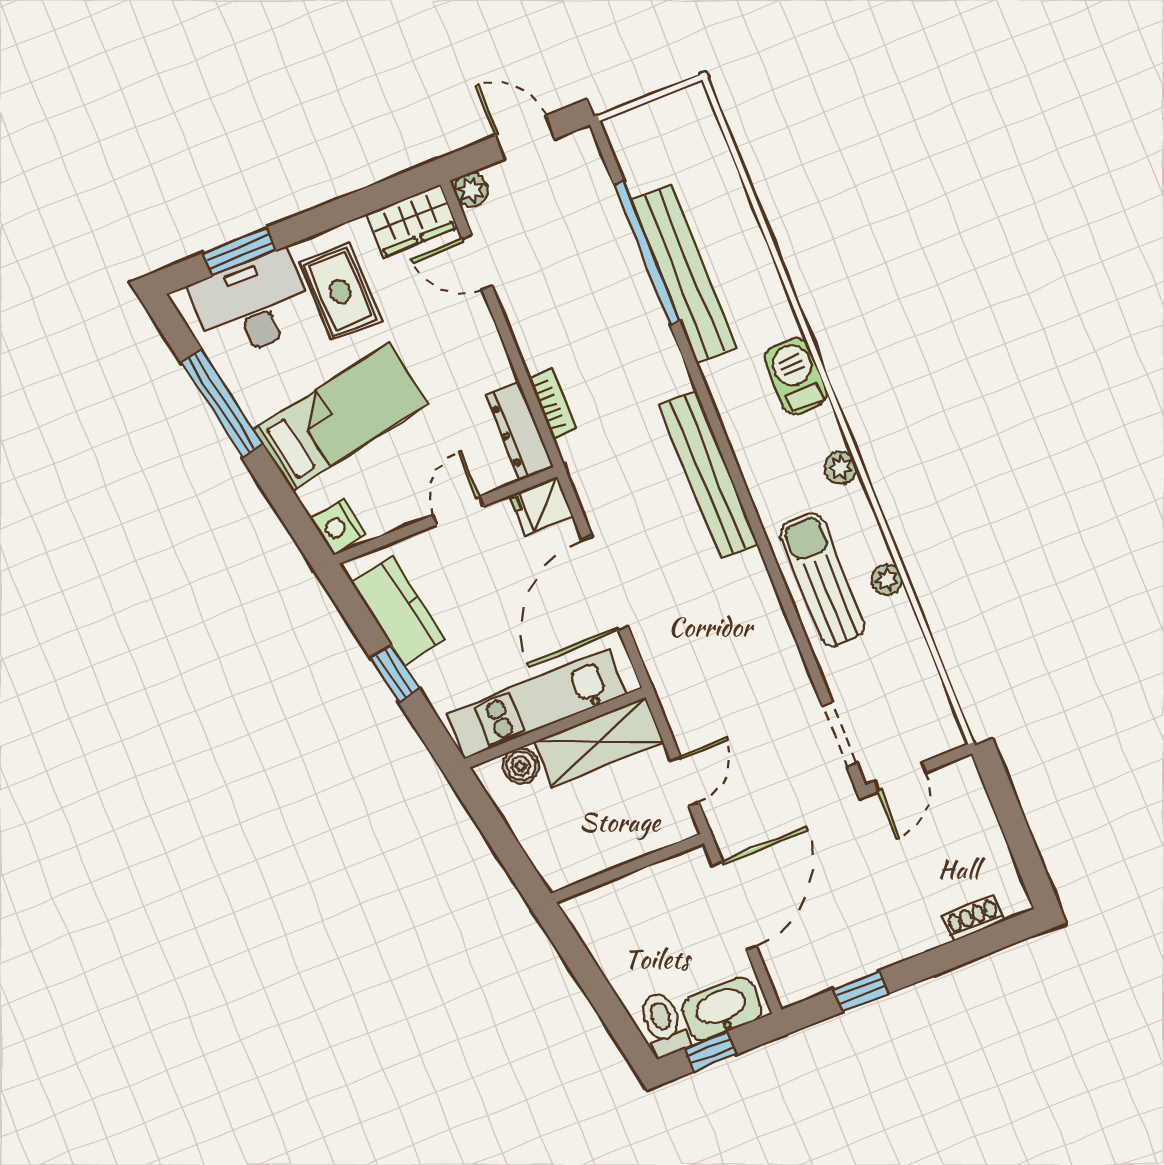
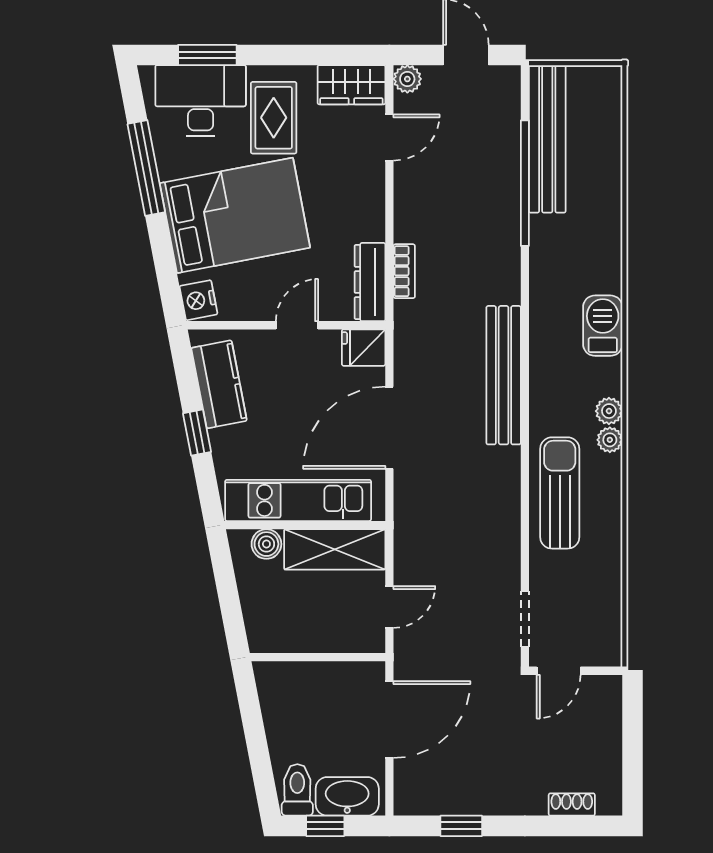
door: (477, 262) -> (389, 137), swing flipped
bench: (684, 274) -> (547, 139), moved
bed: (341, 417) -> (235, 215), width x1.50
plant: (887, 580) -> (610, 440), moved

